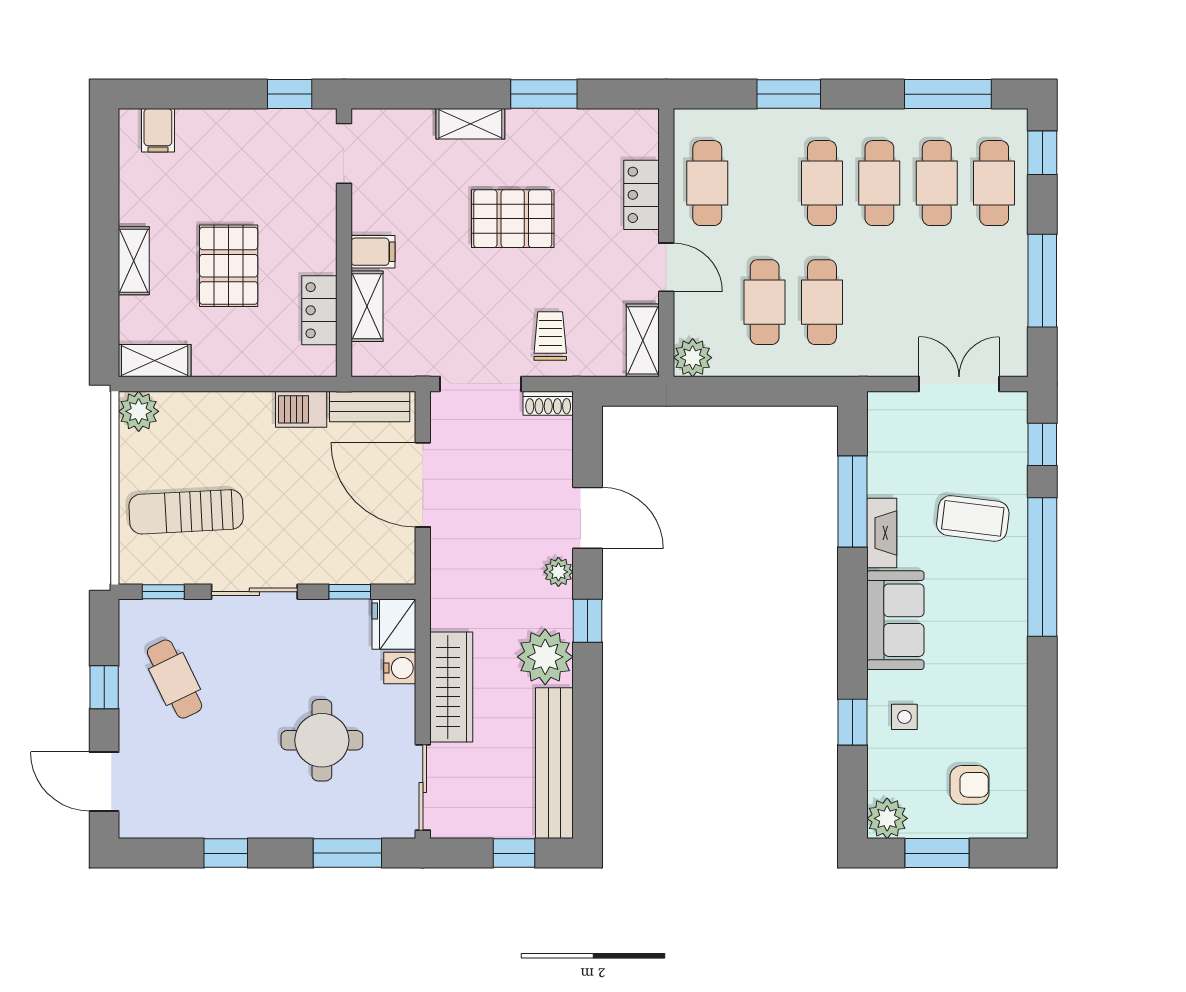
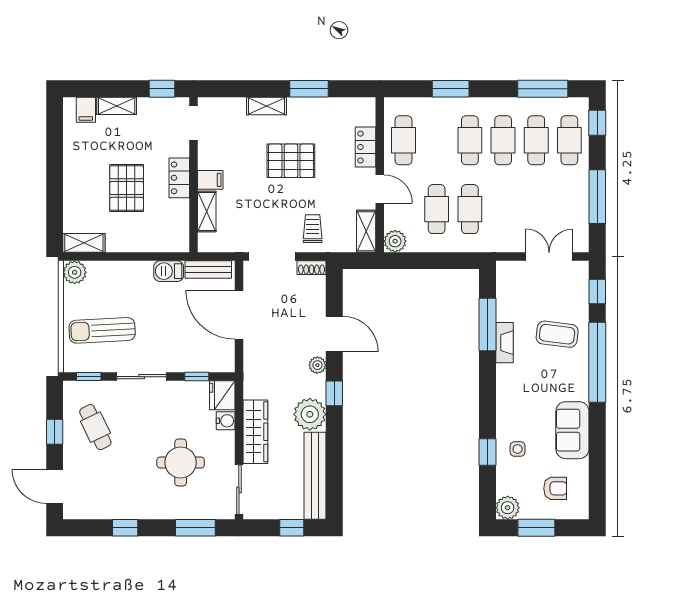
shelving: (134, 261) -> (117, 106), moved, turned 90
locker: (319, 310) -> (179, 178), moved
sofa: (895, 620) -> (572, 430), moved, turned 180

